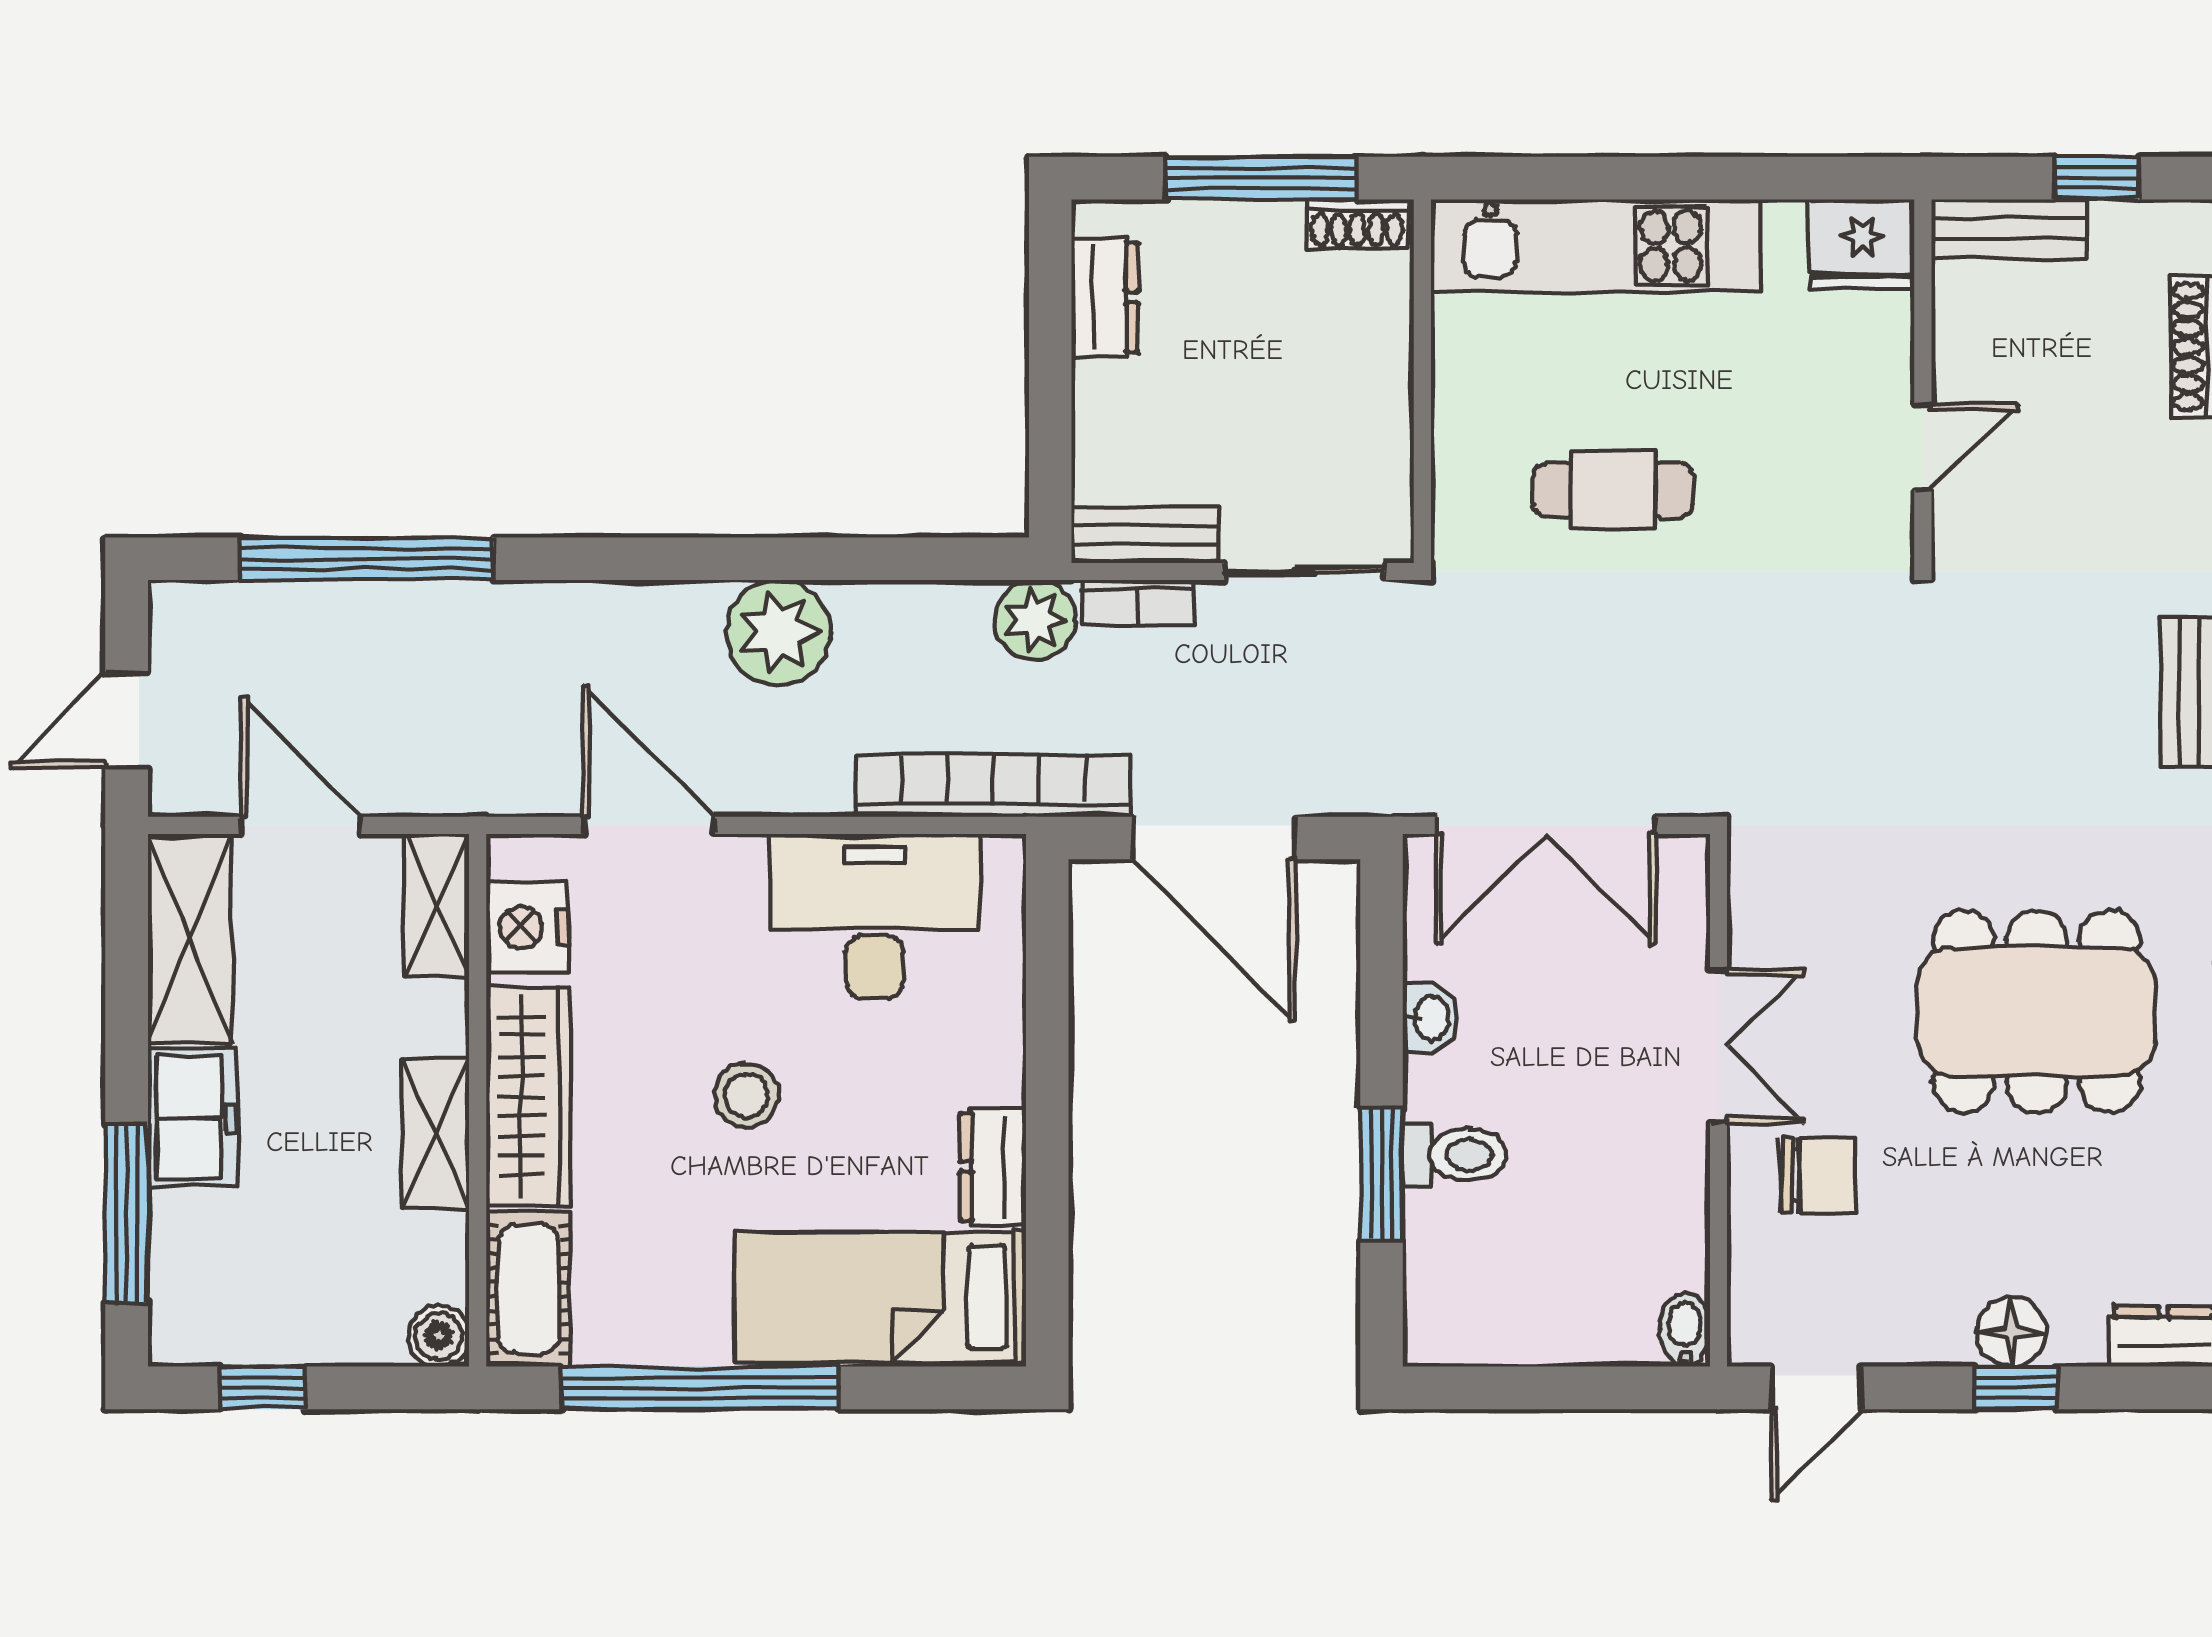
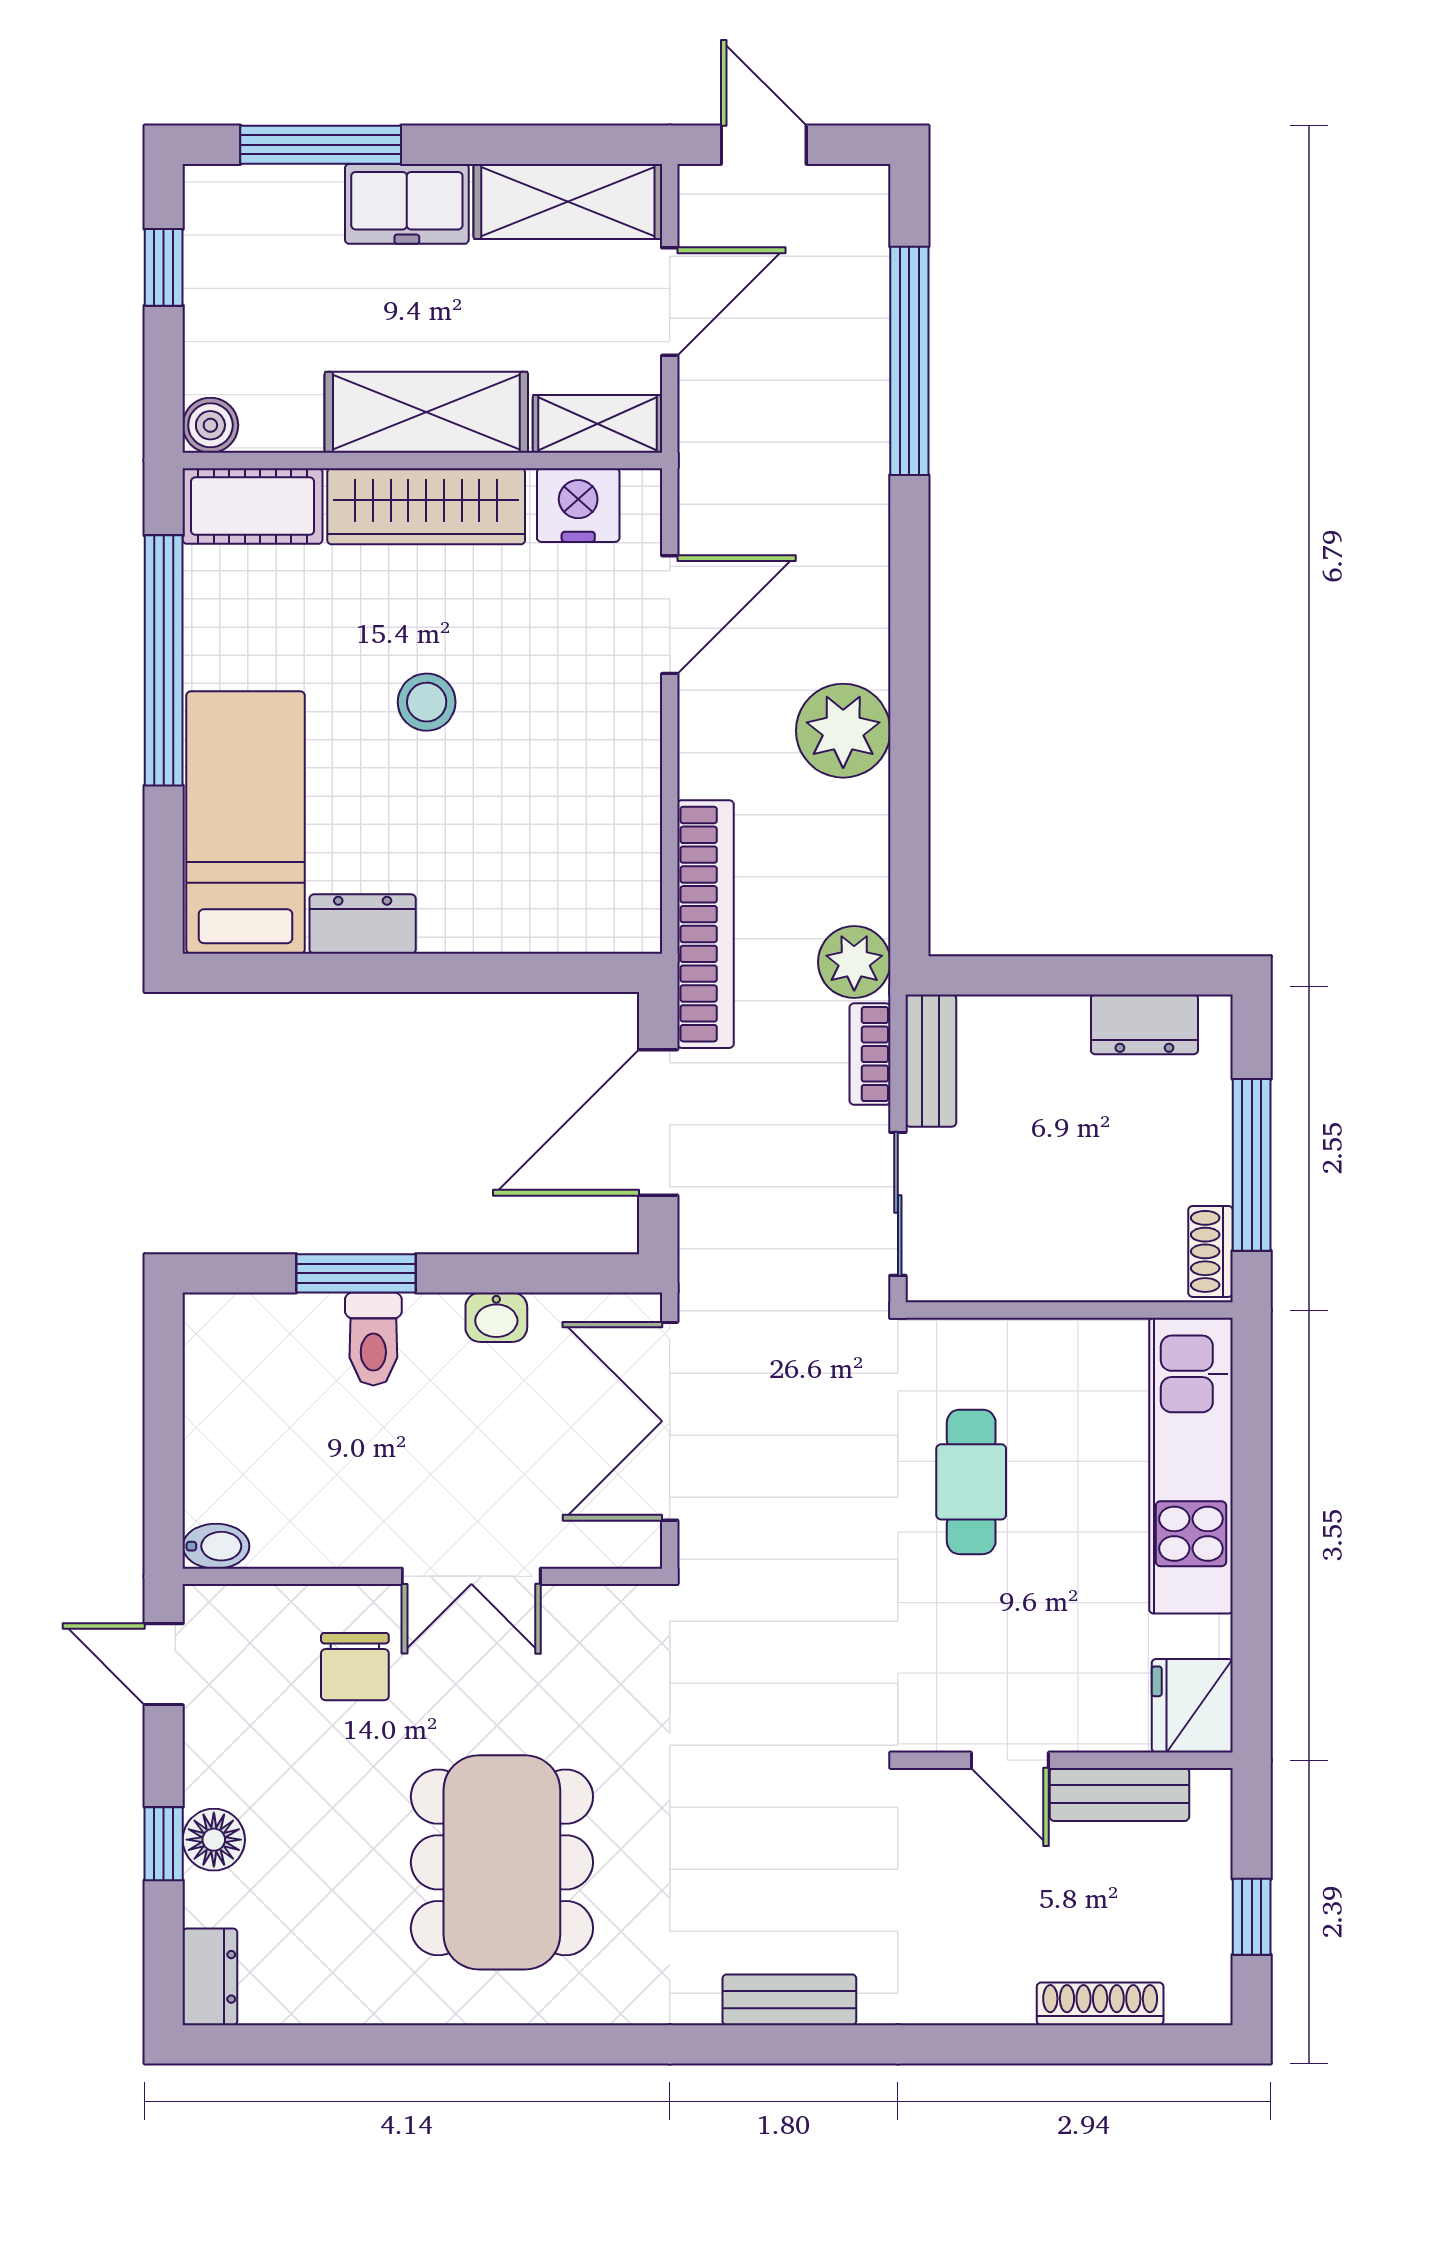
bench: (2009, 229) -> (1119, 1794), moved, turned 90
desk: (875, 916) -> (588, 817), removed
shelving: (435, 1134) -> (426, 412), width x1.50, depth x1.33

